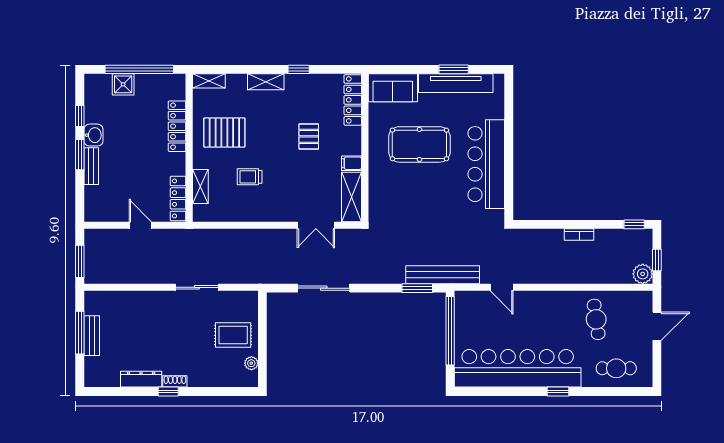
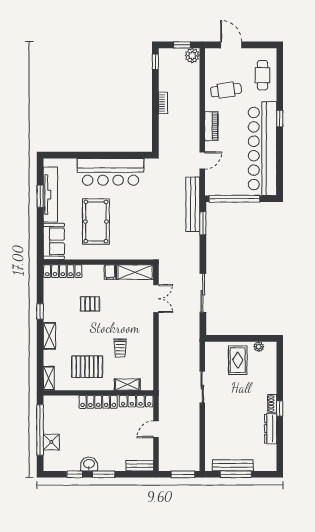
locker: (177, 126) -> (98, 402), moved
pallet: (224, 133) -> (87, 367), turned 90
bench: (91, 166) -> (140, 466), moved
piano: (548, 300) -> (211, 126), added
bench: (92, 336) -> (233, 465), width x1.36

